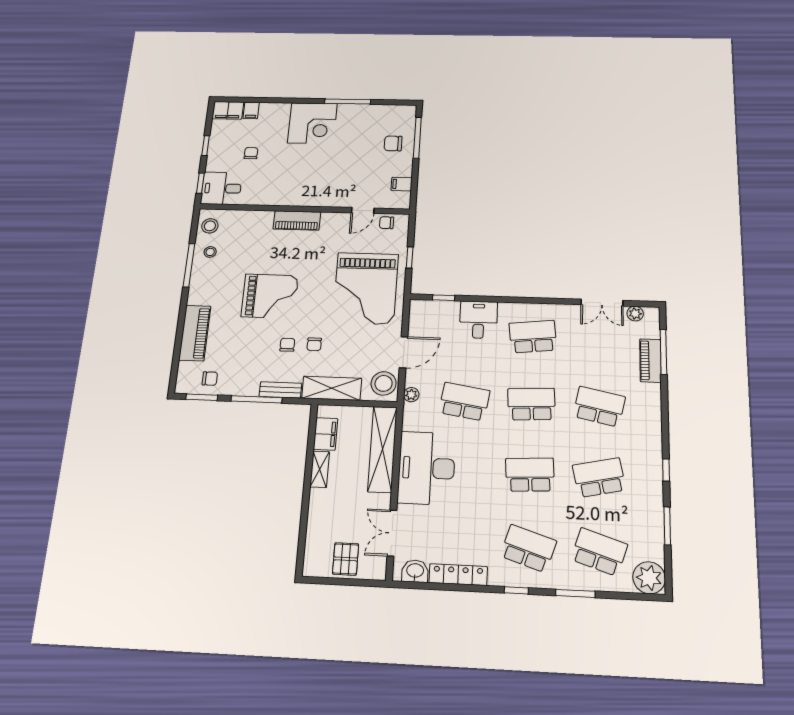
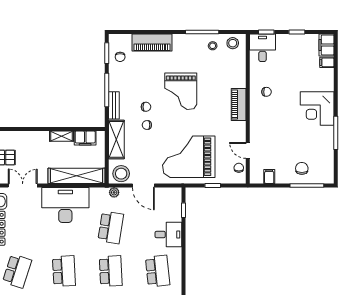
chair: (251, 153) -> (266, 92), moved

